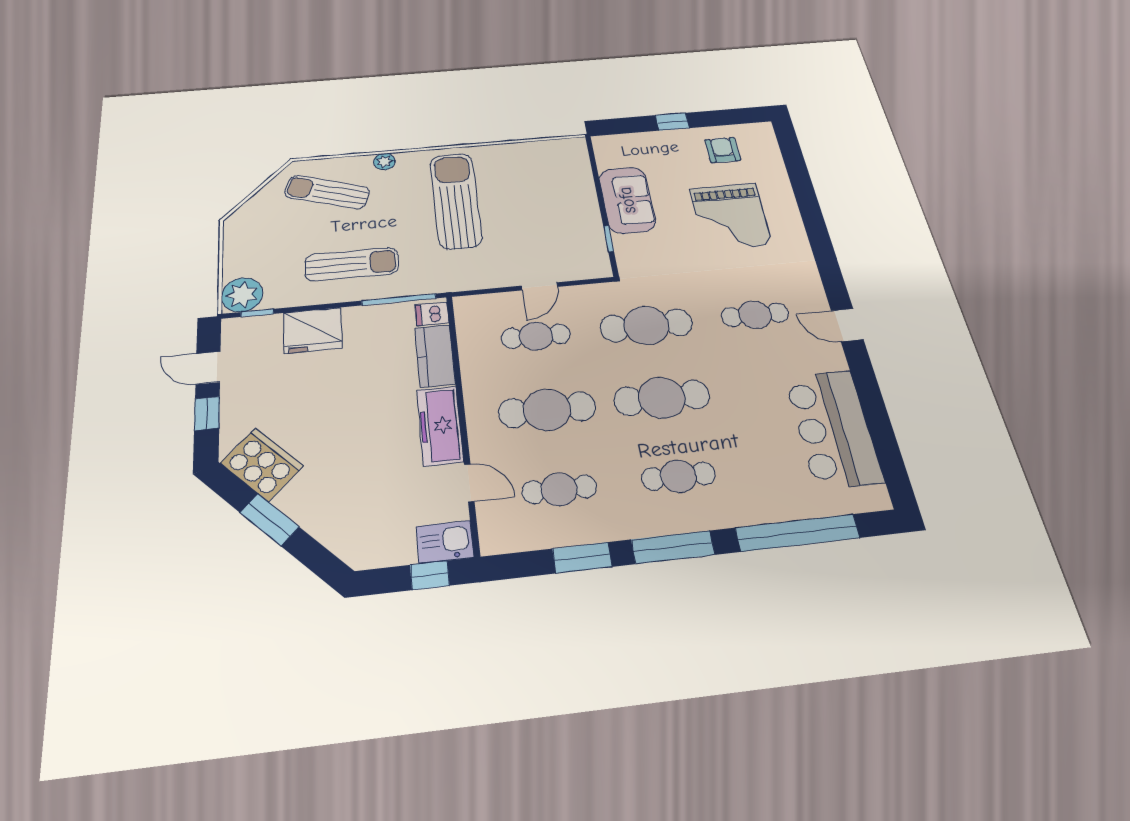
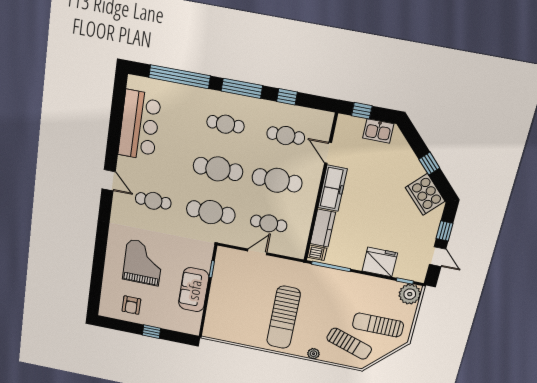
sun lounger: (352, 264) -> (378, 325), moved
window: (269, 520) -> (429, 164), width x0.67
kitchen sink: (445, 542) -> (378, 131), moved
window: (582, 558) -> (287, 97), width x0.67

